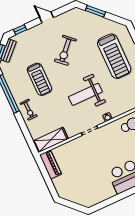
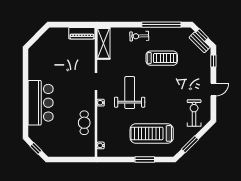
window: (95, 11) -> (190, 144), moved
exercise bike: (65, 50) -> (194, 113), moved, turned 47
treadmill: (39, 79) -> (162, 58), turned 180

